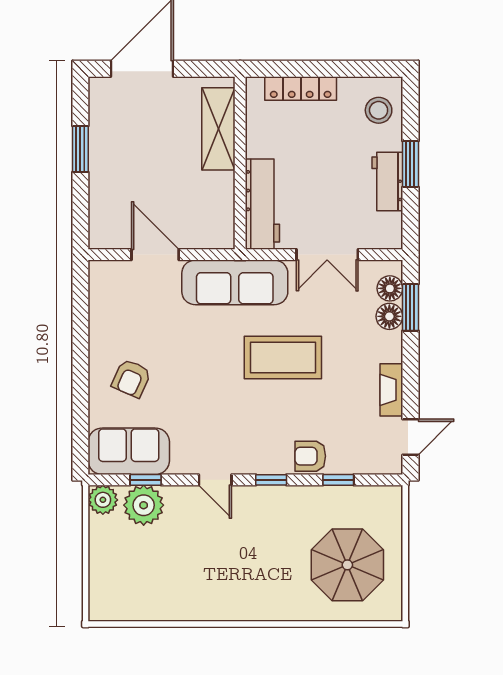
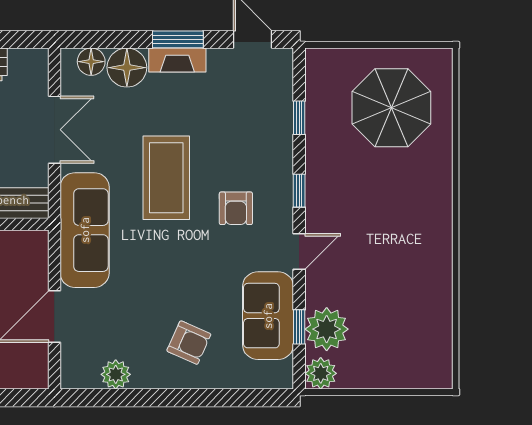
window: (410, 307) -> (178, 39), moved
plant: (102, 311) -> (116, 374), added
floor lamp: (389, 316) -> (127, 68), width x1.38, depth x1.38
fireplace: (391, 390) -> (177, 60), moved
sofa: (129, 451) -> (268, 316), moved
armchair: (310, 456) -> (236, 208), moved

